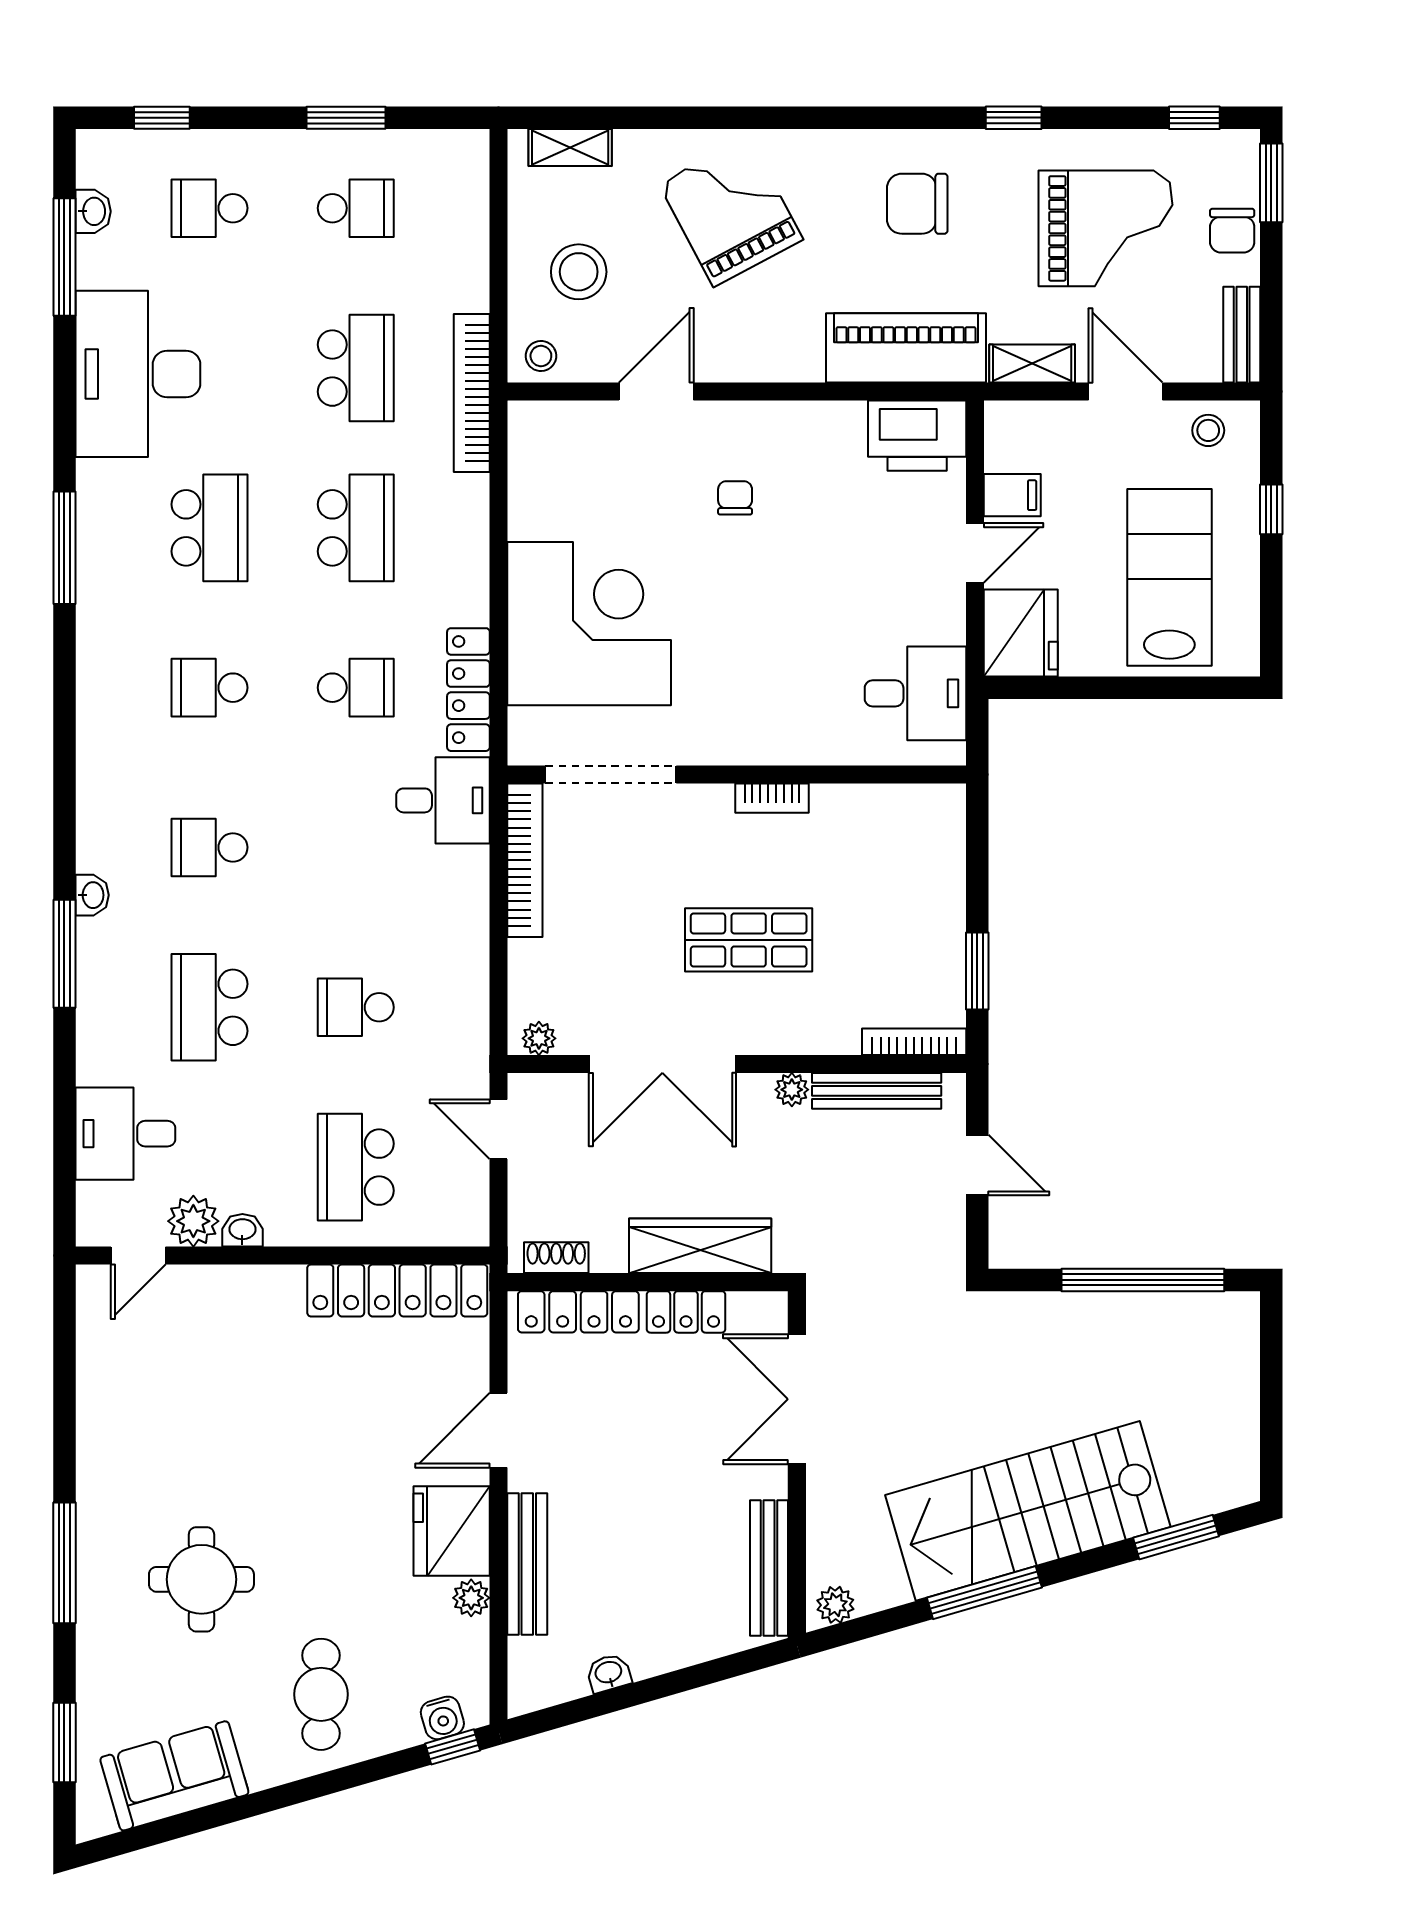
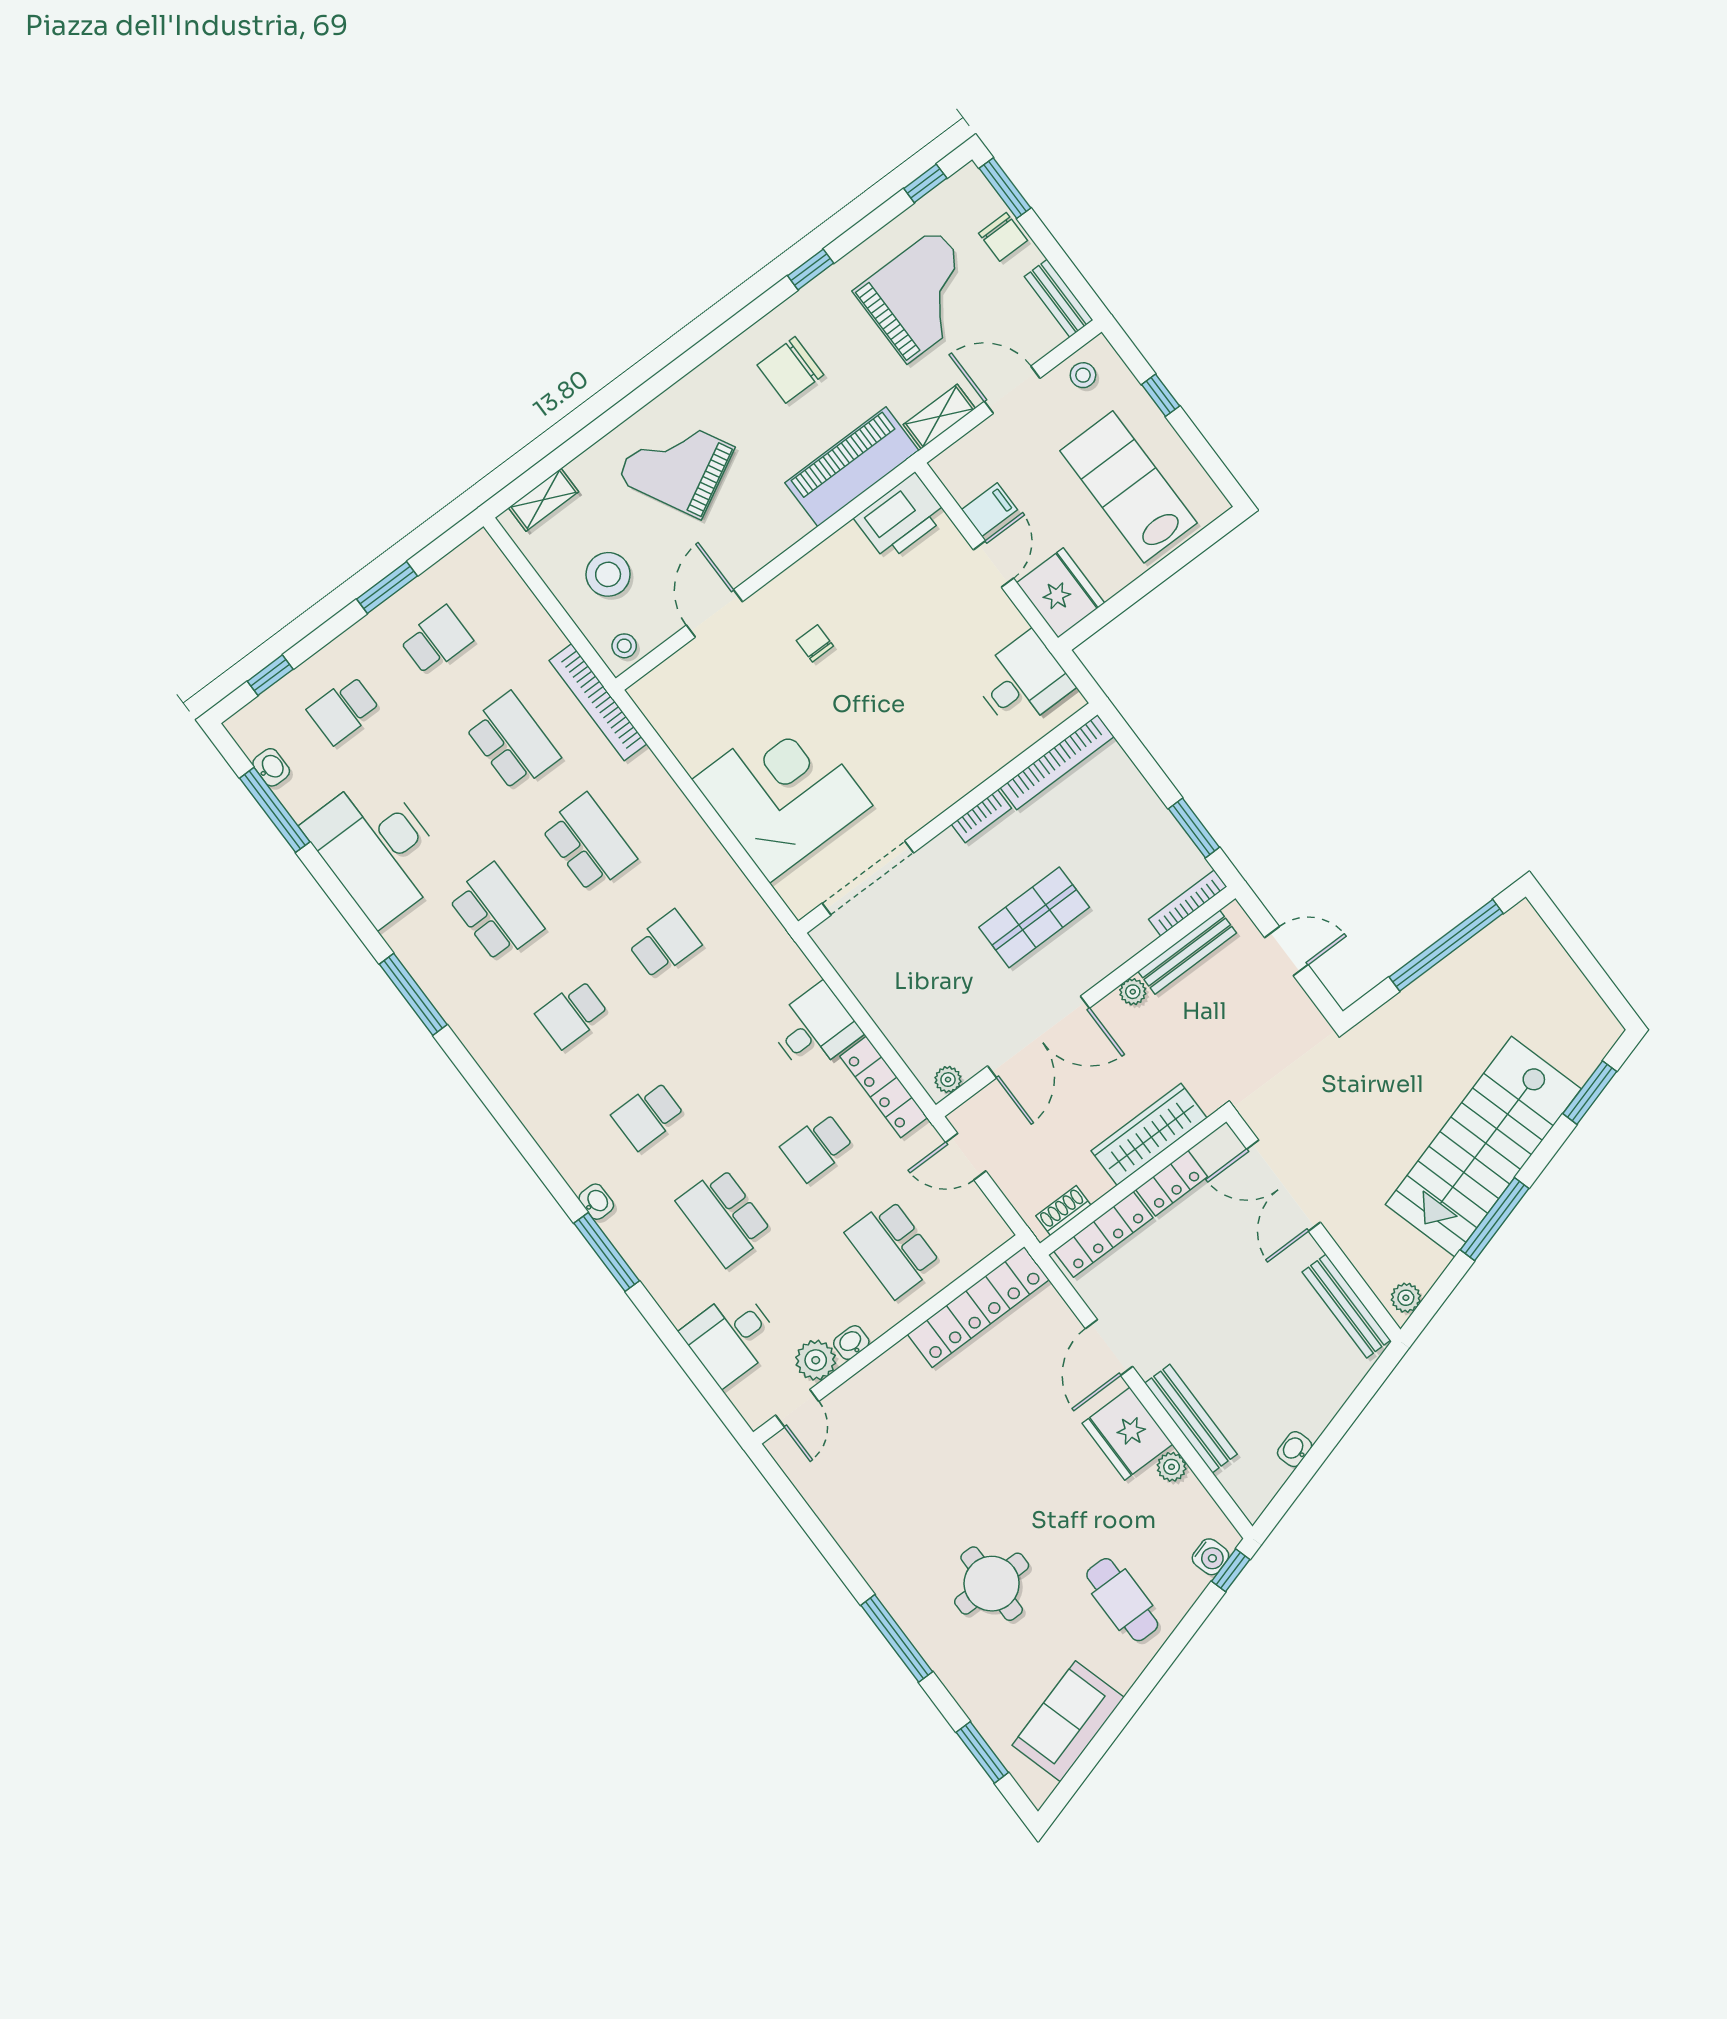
locker: (468, 690) -> (884, 1087), moved
desk: (443, 800) -> (815, 1029), moved
bookcase: (525, 860) -> (1057, 762), moved, turned 90

